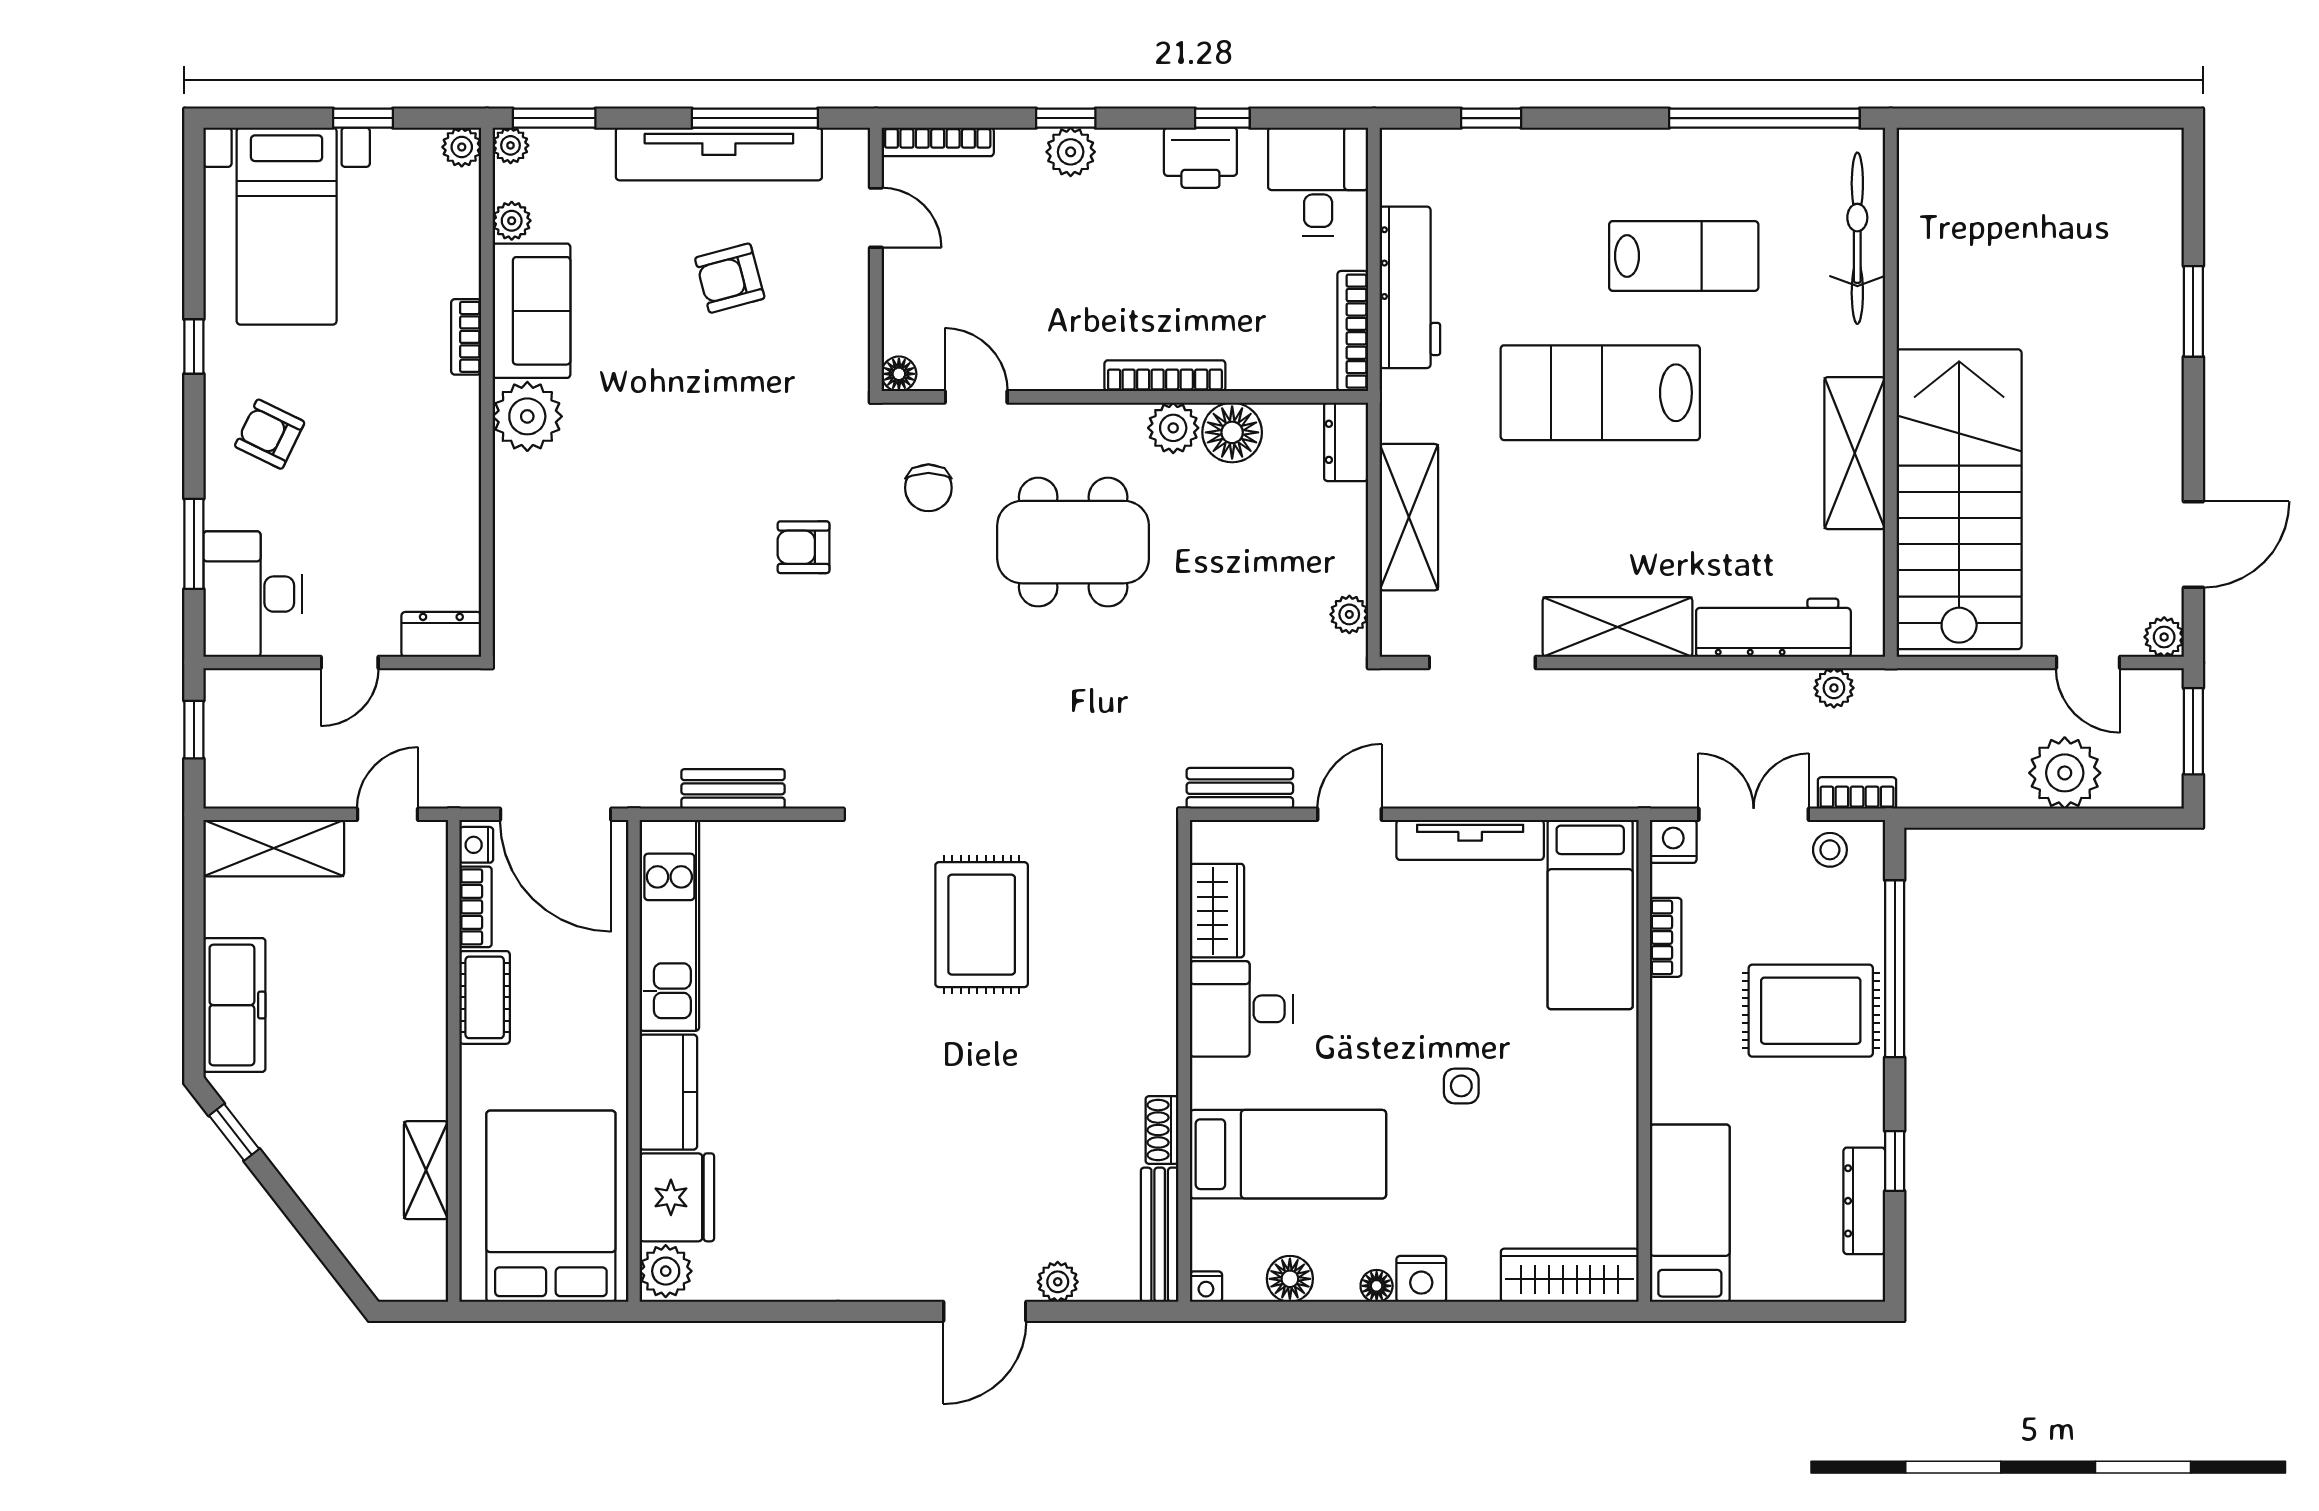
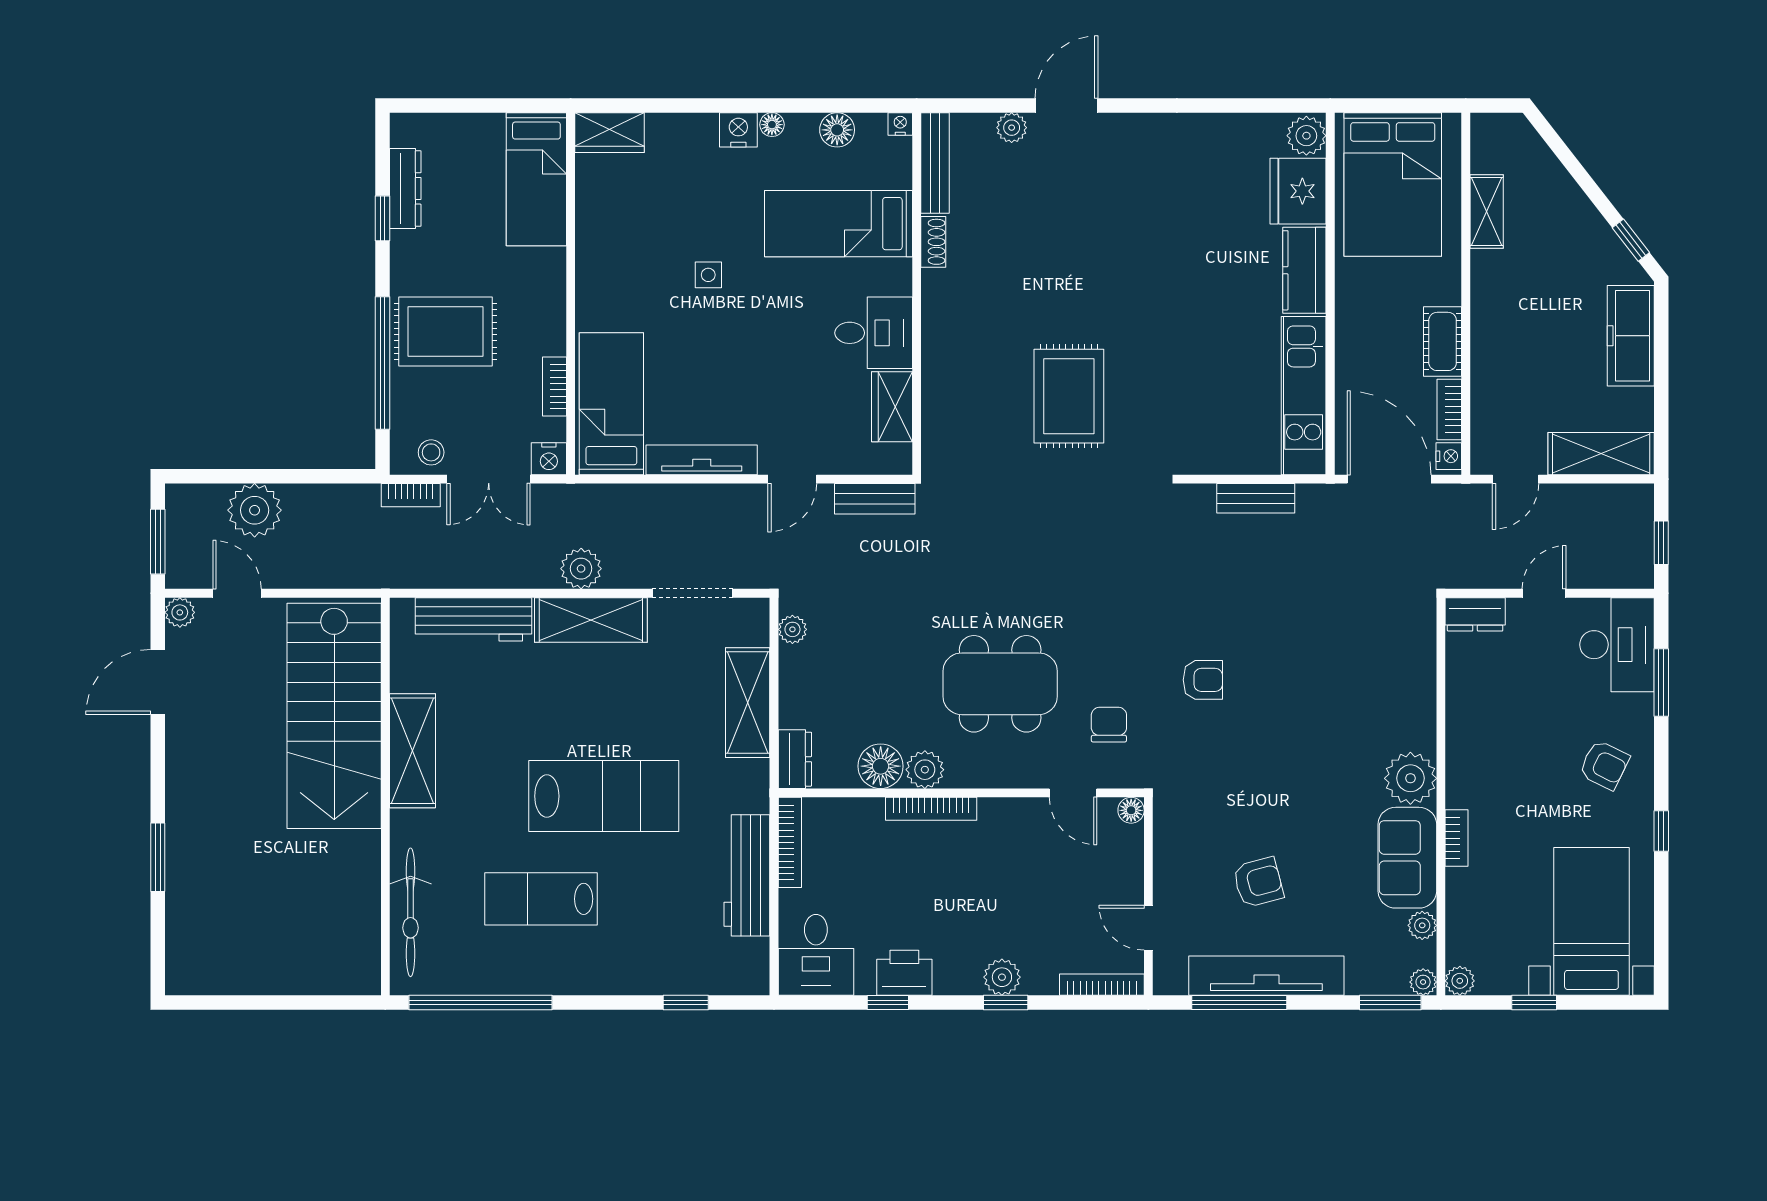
plant: (1834, 688) -> (581, 569), moved, width x1.38, depth x1.38
wardrobe: (1570, 1275) -> (610, 133), width x0.67

